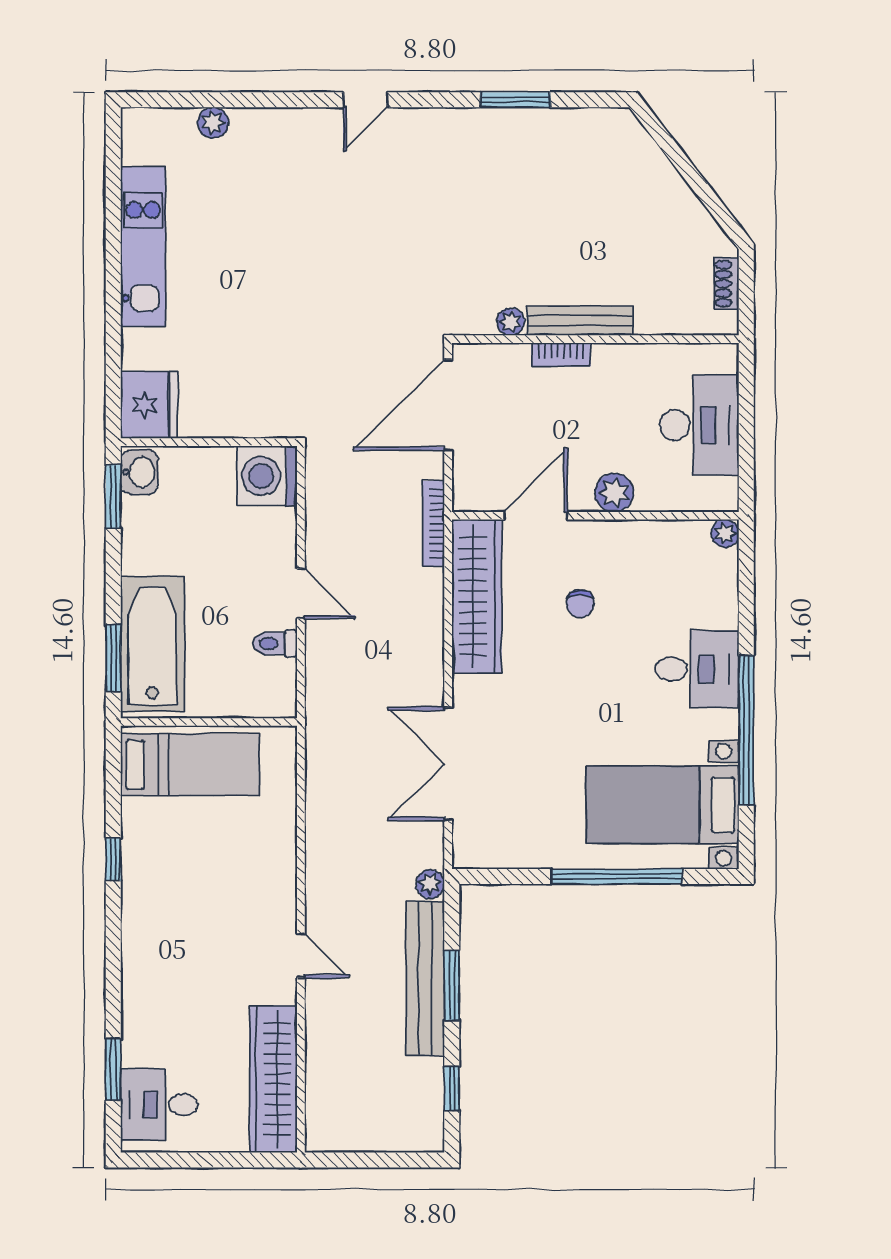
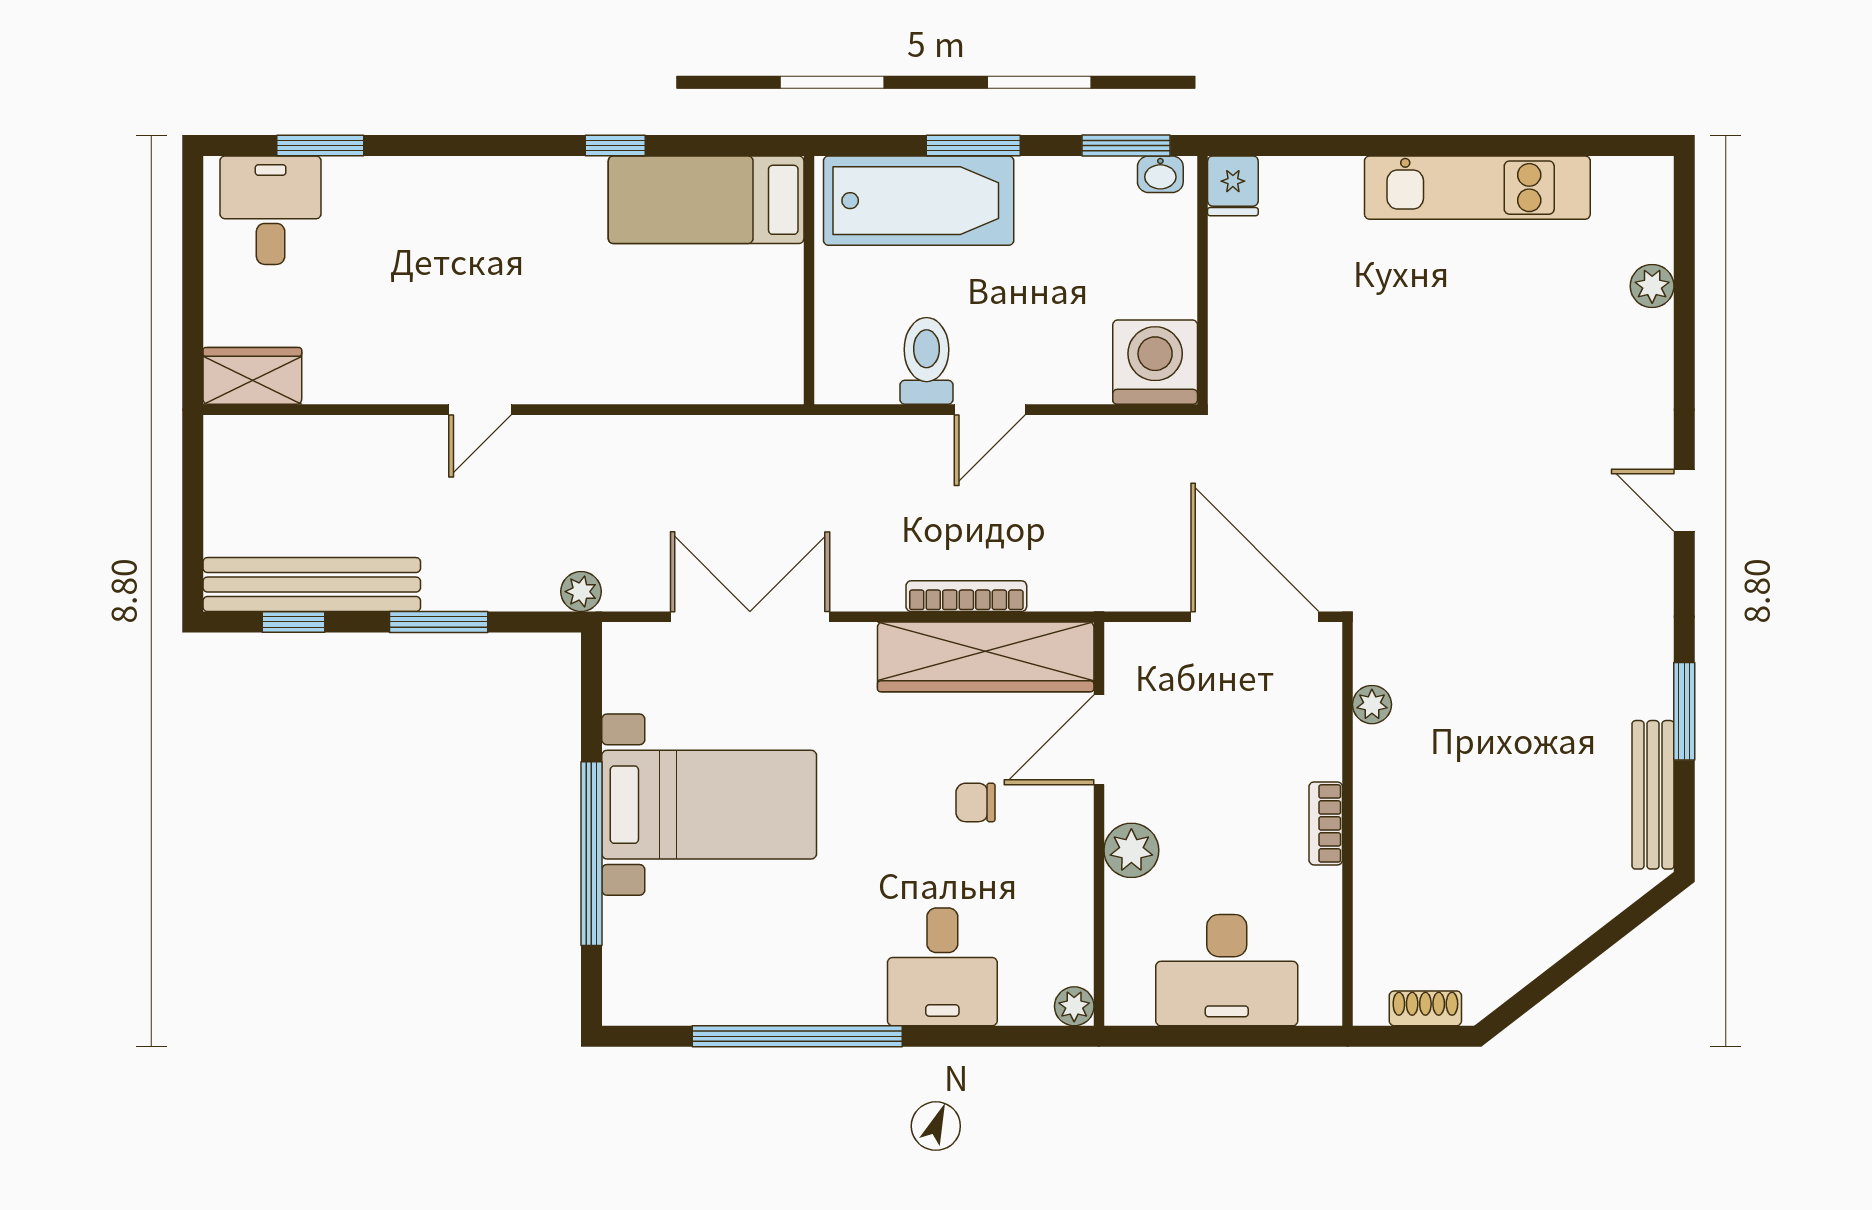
bench: (580, 321) -> (1653, 795), moved
bookcase: (561, 355) -> (1326, 823), moved
fridge: (149, 405) -> (1233, 186), width x0.53, depth x0.75
washbasin: (139, 472) -> (1160, 174), width x0.72, depth x0.69
door: (536, 516) -> (1099, 740), swing flipped
bookcase: (434, 524) -> (966, 596), moved
toilet: (275, 643) -> (927, 361), width x1.37, depth x1.39
window: (113, 658) -> (973, 145), moved
desk: (697, 669) -> (942, 967), moved
bed: (190, 765) -> (706, 200), moved, turned 90
bed with nightstands: (663, 805) -> (709, 805), moved, turned 90
bench: (425, 978) -> (312, 585), moved
wardrobe: (273, 1079) -> (252, 376), width x0.48, depth x0.85

